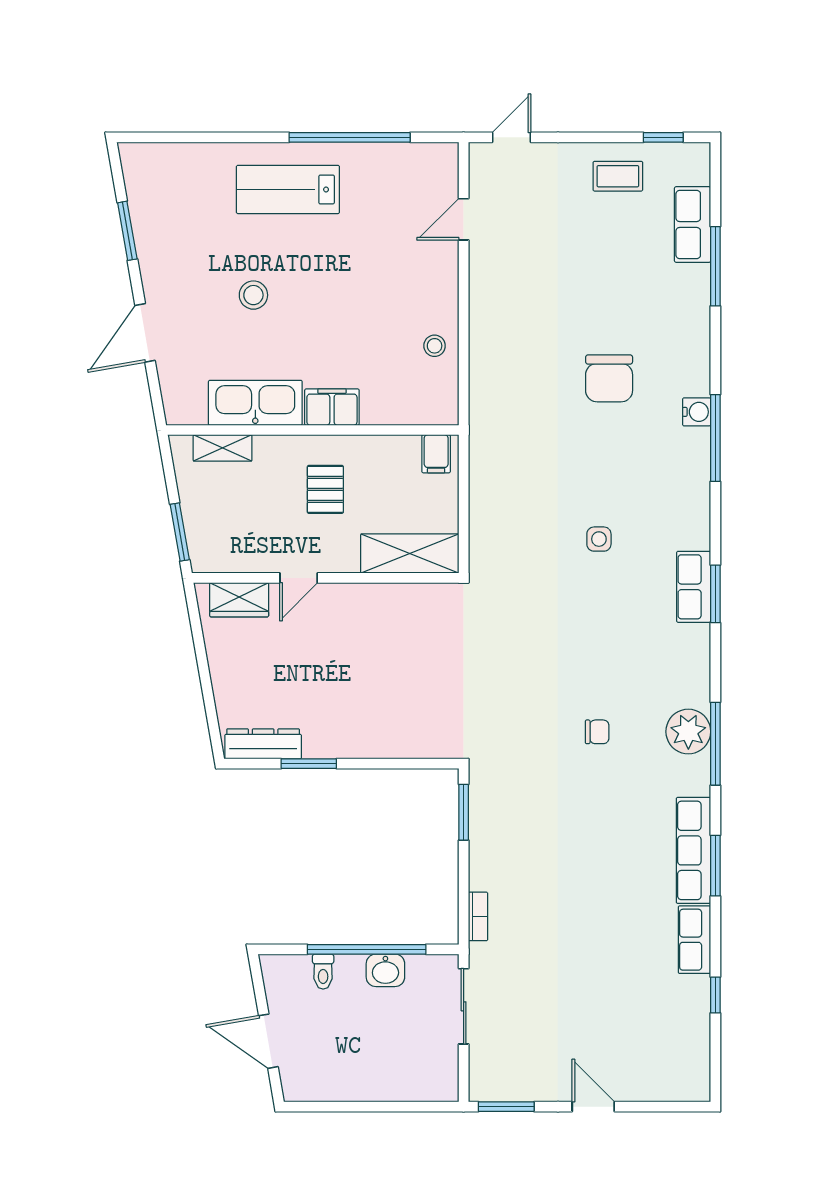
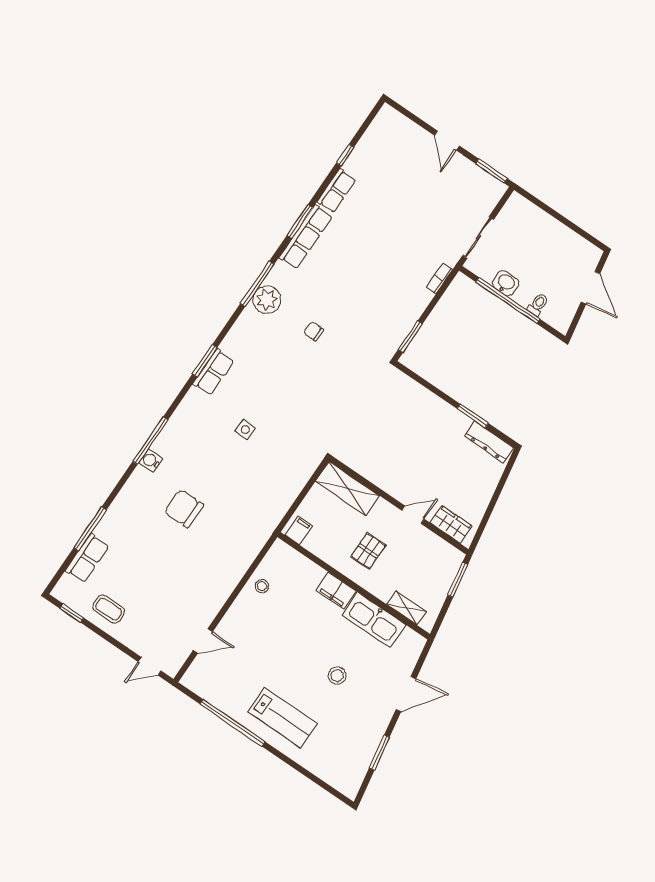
chair: (609, 378) -> (184, 508), turned -90

